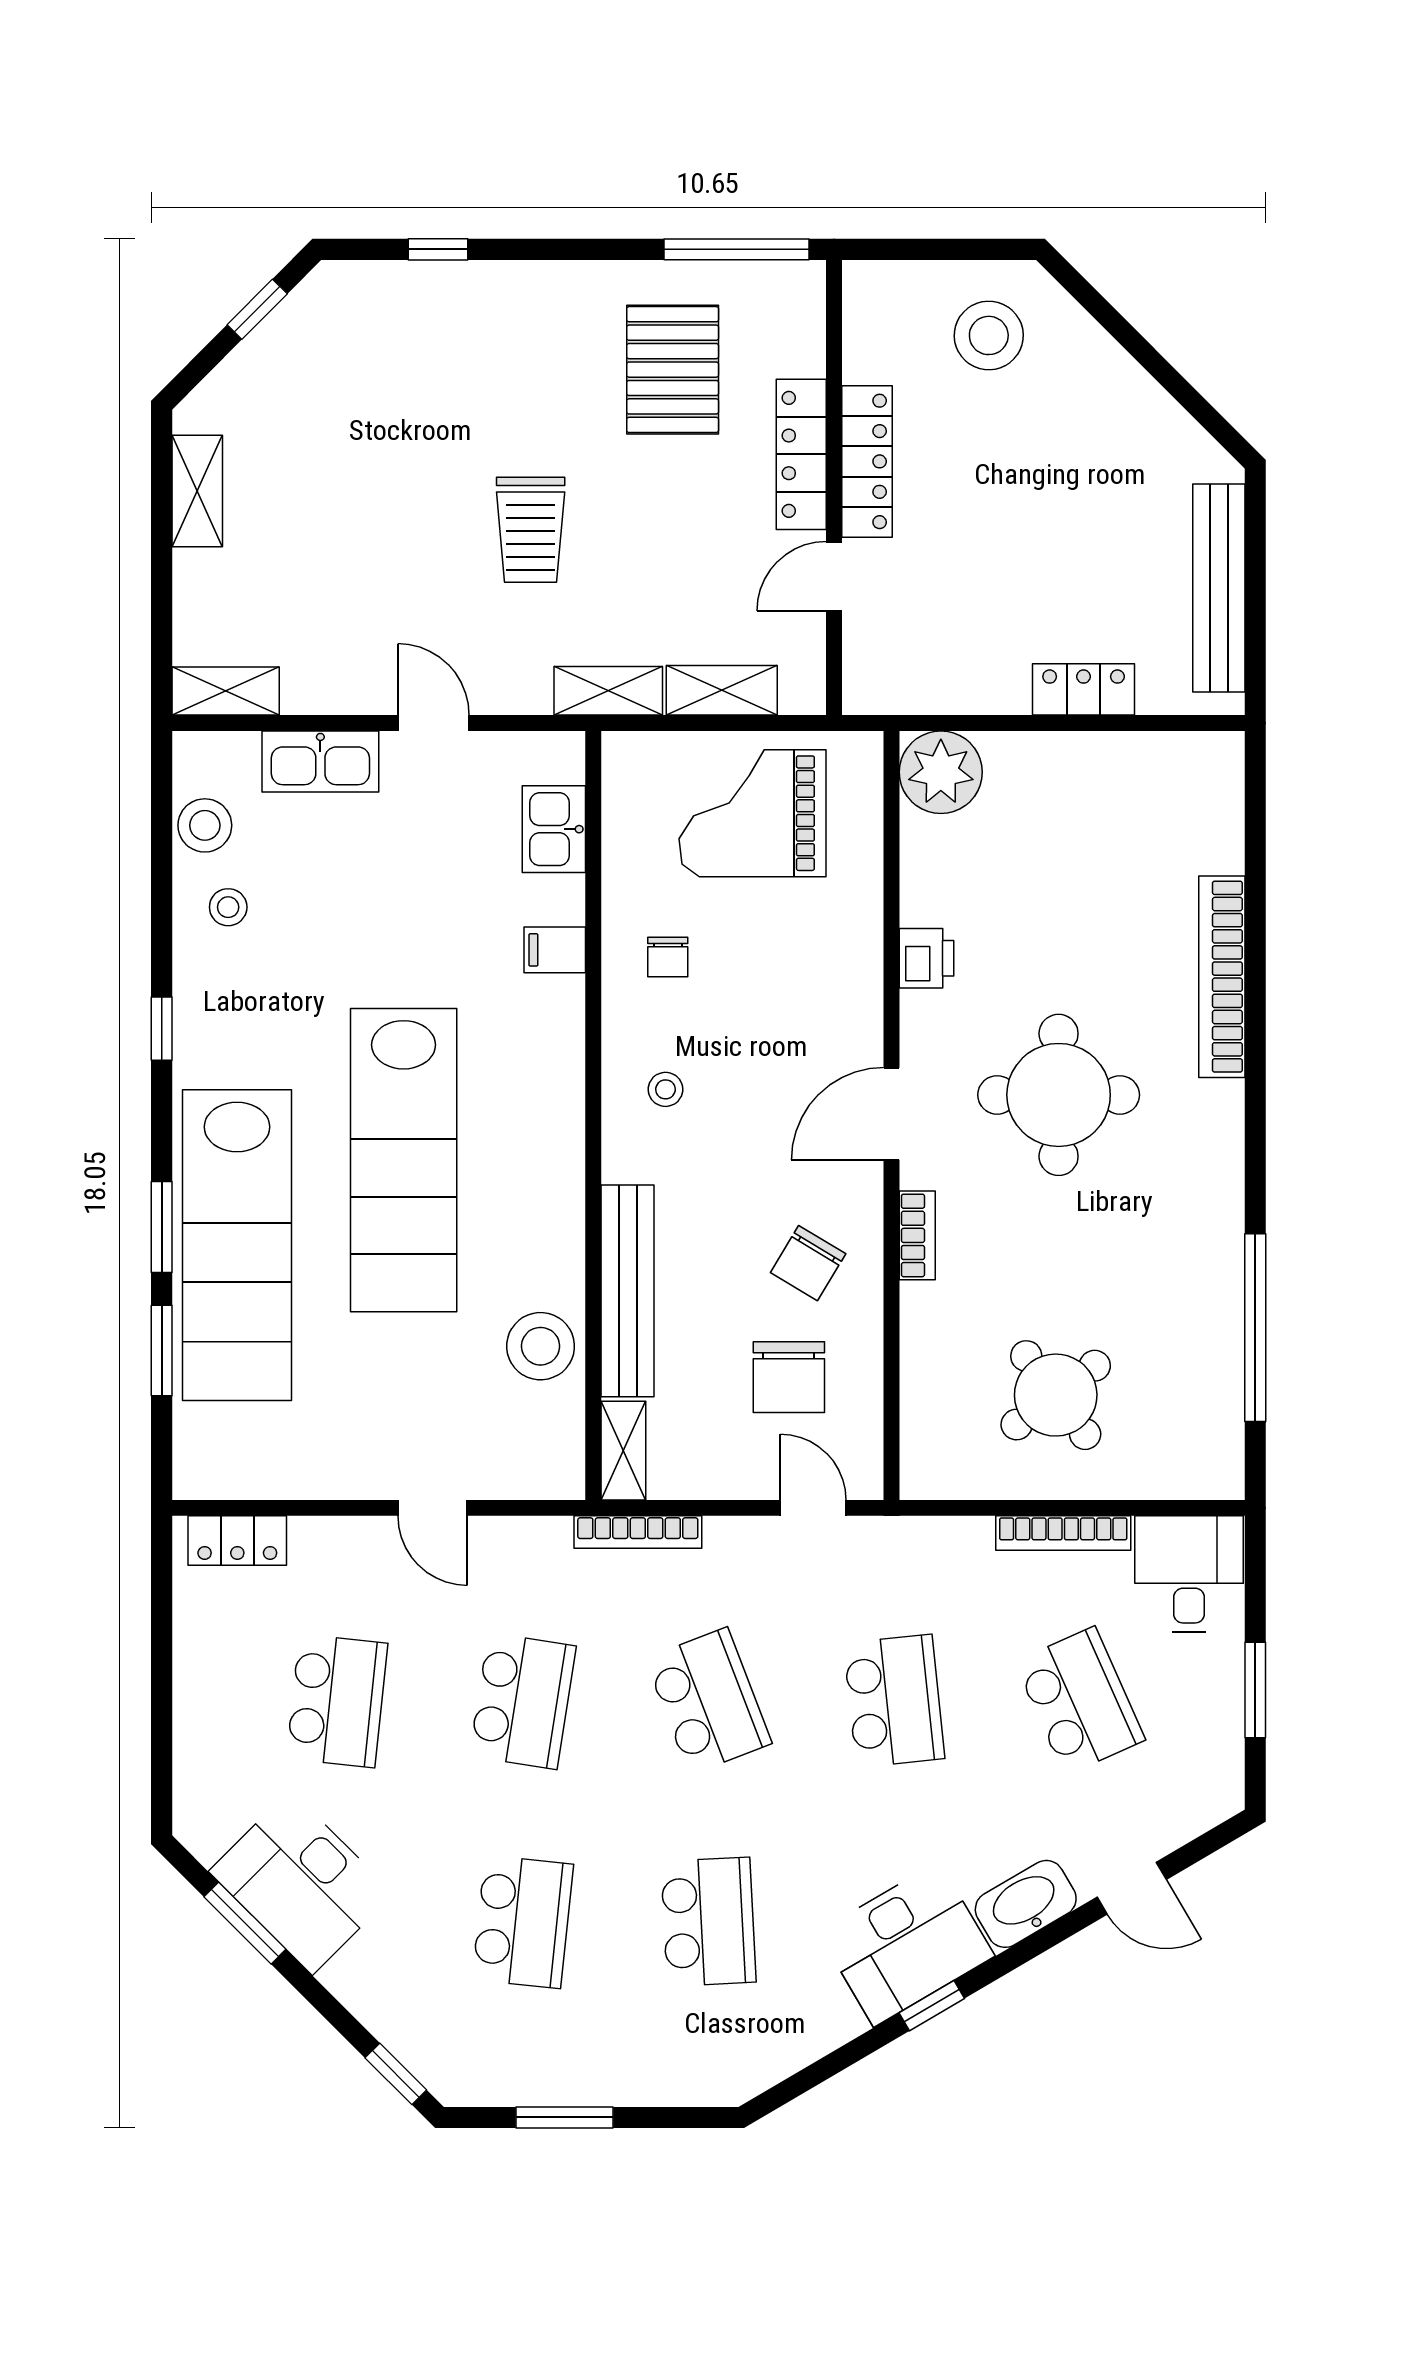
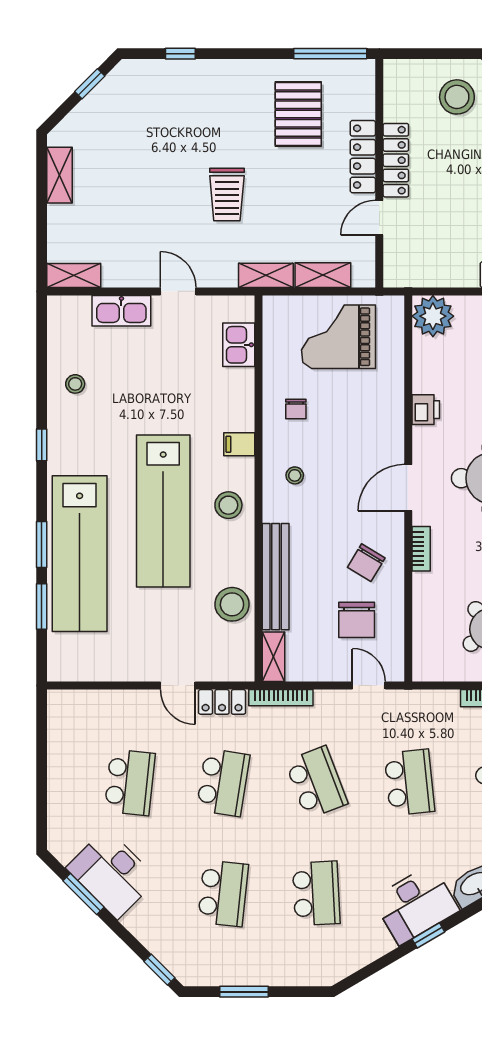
stool: (205, 825) -> (228, 505), moved
filing cabinet: (555, 950) -> (239, 444), moved
locker: (237, 1541) -> (222, 702), moved

